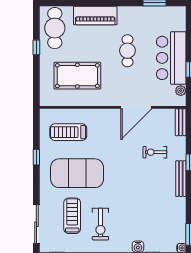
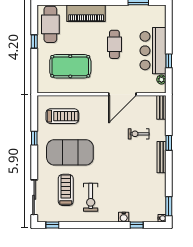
treadmill: (68, 132) -> (62, 116), turned 180

